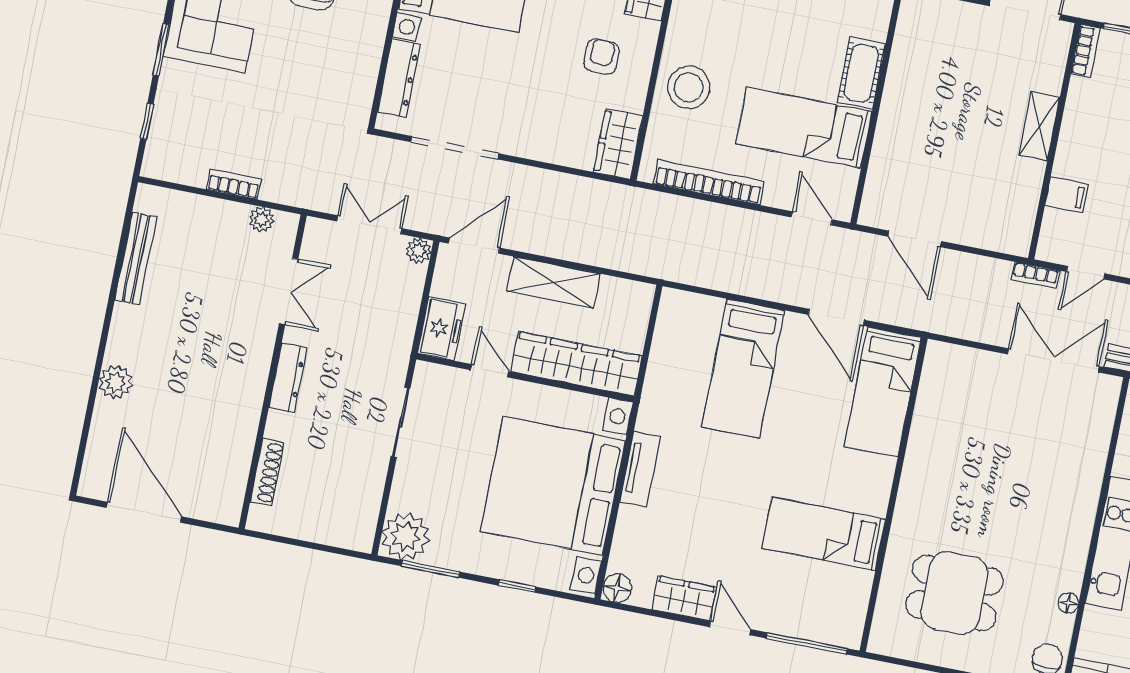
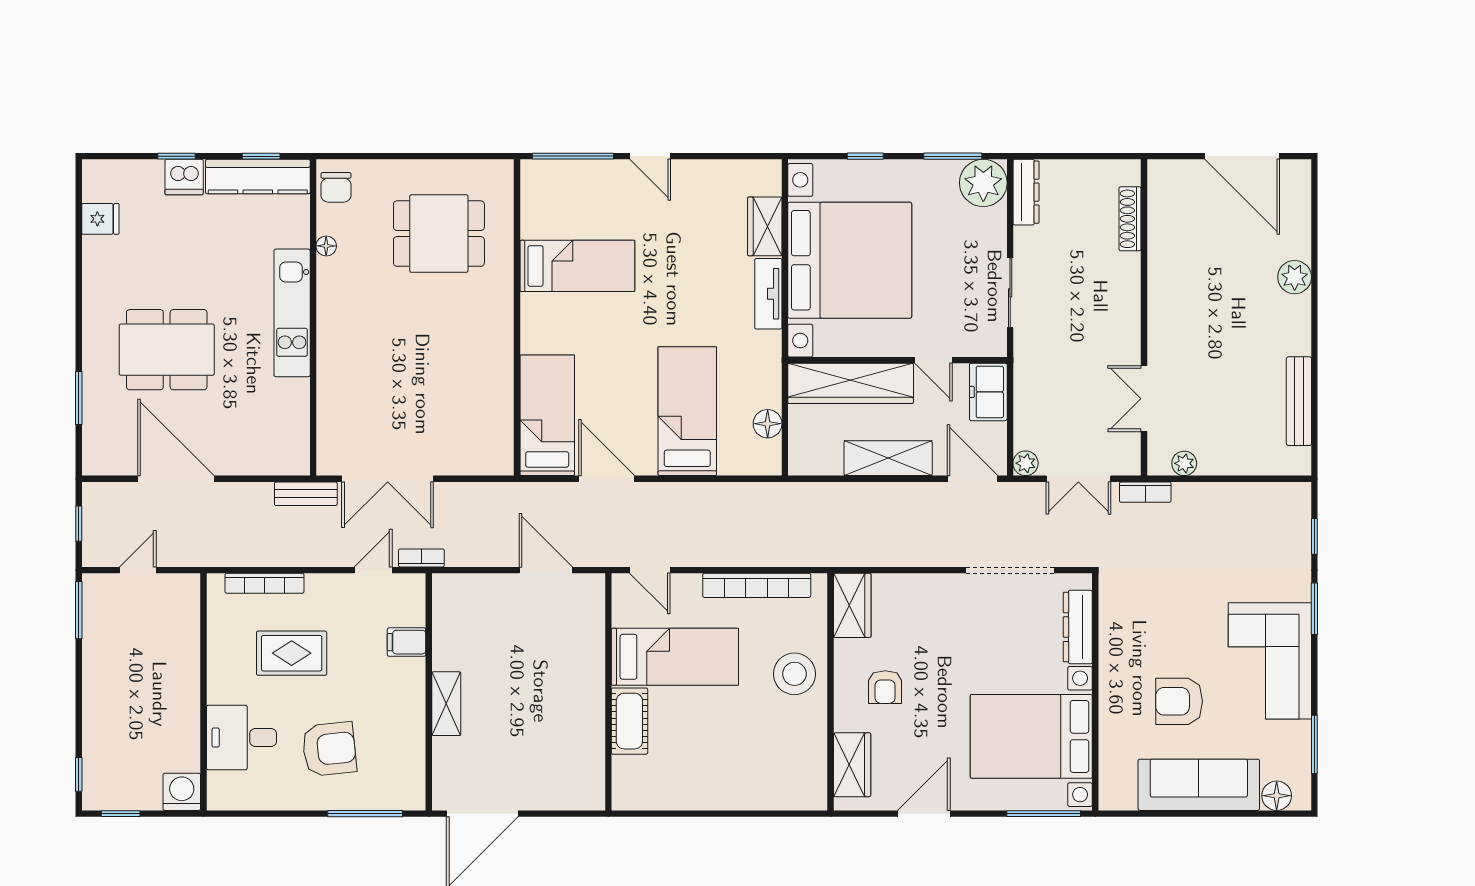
bookcase: (1086, 51) -> (416, 786), removed
bookcase: (234, 184) -> (1145, 492), moved
door: (474, 246) -> (973, 479), swing flipped
dresser: (288, 378) -> (1026, 192), moved, turned 180
floor lamp: (617, 588) -> (768, 424), moved
wardrobe: (684, 598) -> (765, 226), moved, turned 90

